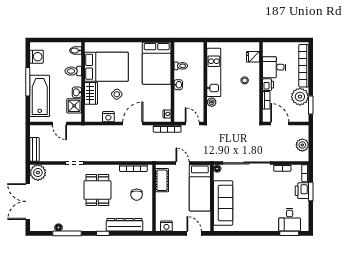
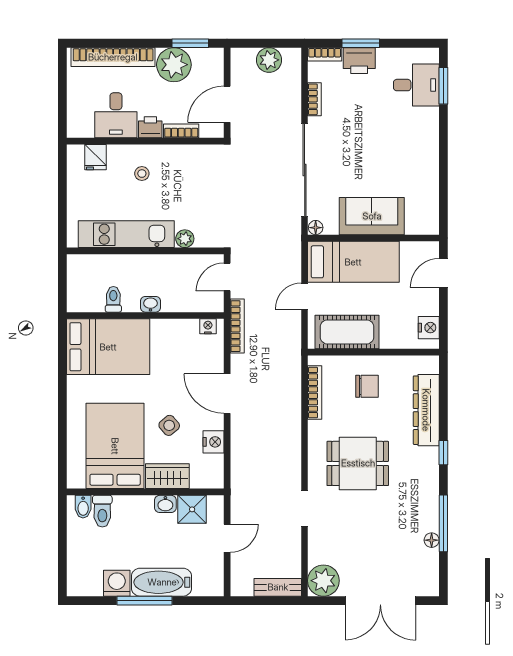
washing machine: (37, 57) -> (117, 583), moved
toilet: (73, 71) -> (102, 511), moved
bathtub: (40, 96) -> (162, 582), width x0.73, depth x0.73
cot: (162, 180) -> (347, 332), width x1.37, depth x1.34
sofa: (223, 203) -> (372, 216), width x0.73

